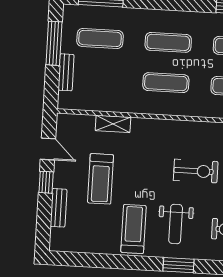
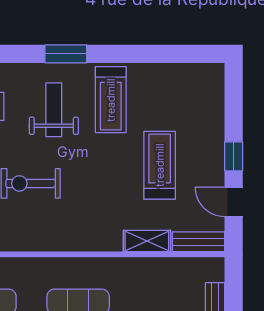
bench: (58, 208) -> (198, 242), moved, turned 90
window: (178, 265) -> (66, 54), moved

